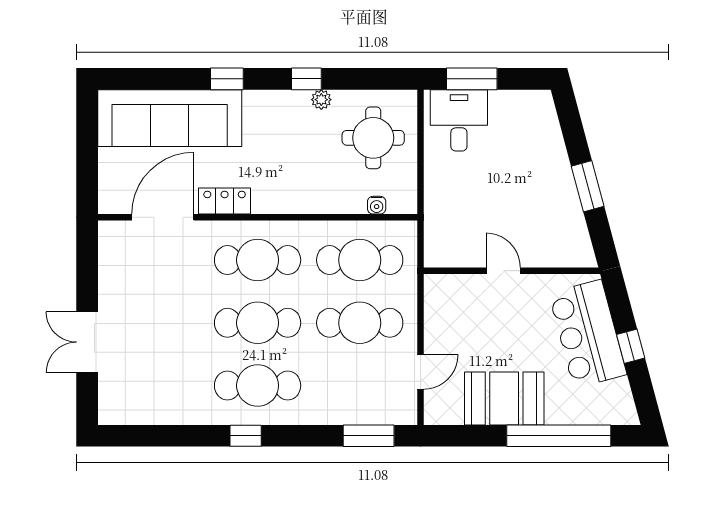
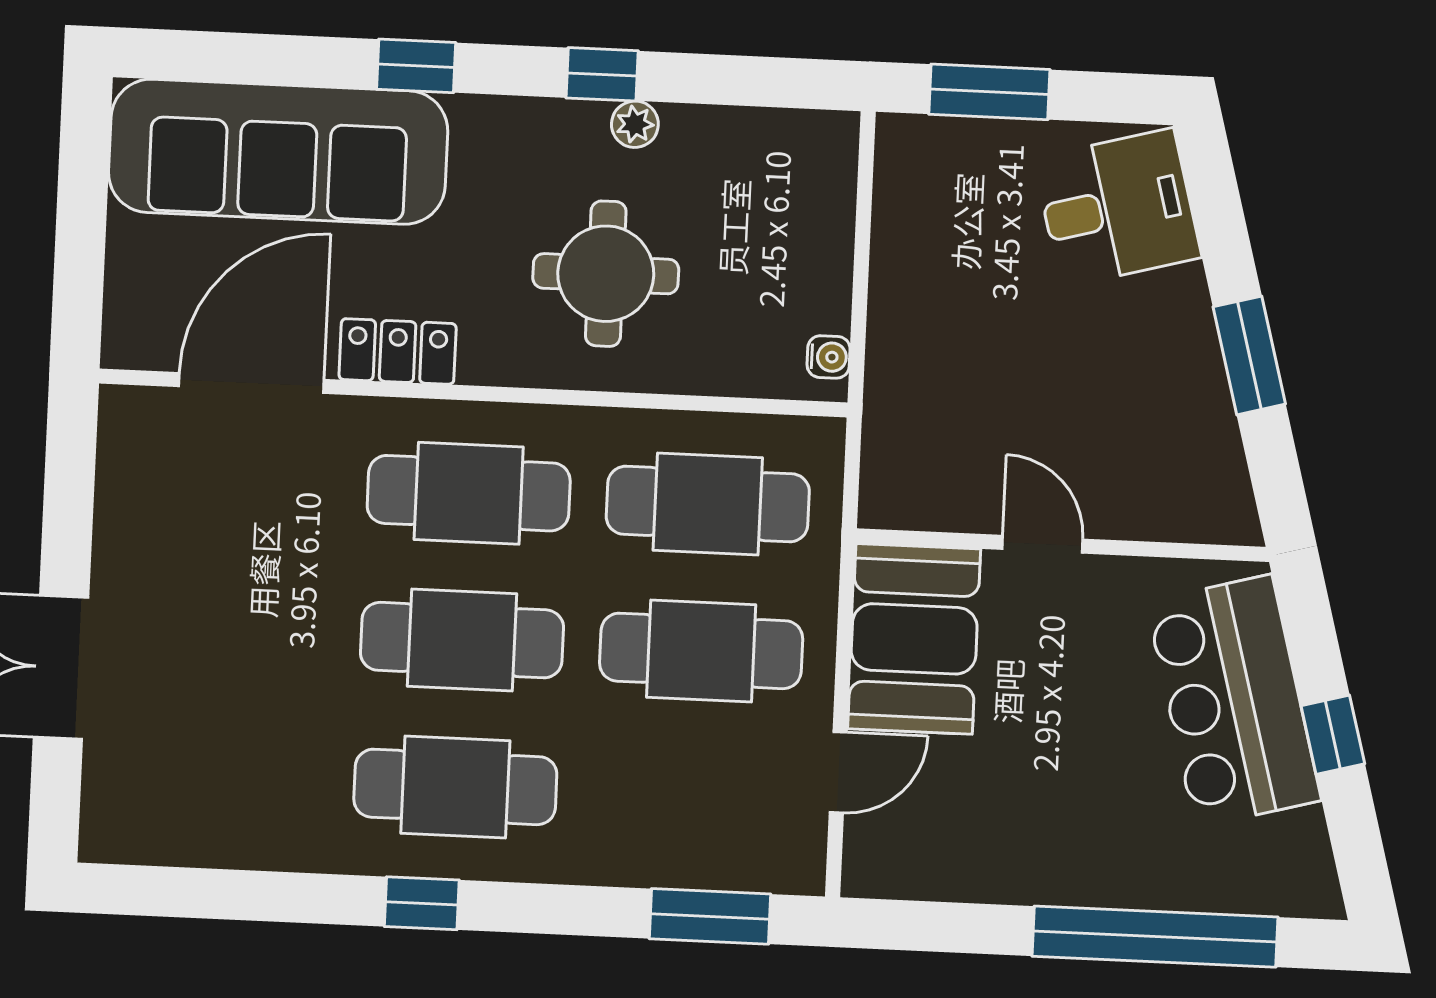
desk: (459, 120) -> (1117, 208), moved, turned 75
round table: (373, 138) -> (606, 274), moved
water cooler: (377, 205) -> (829, 357), moved, turned -90
booth: (504, 399) -> (914, 639), moved, turned 90

